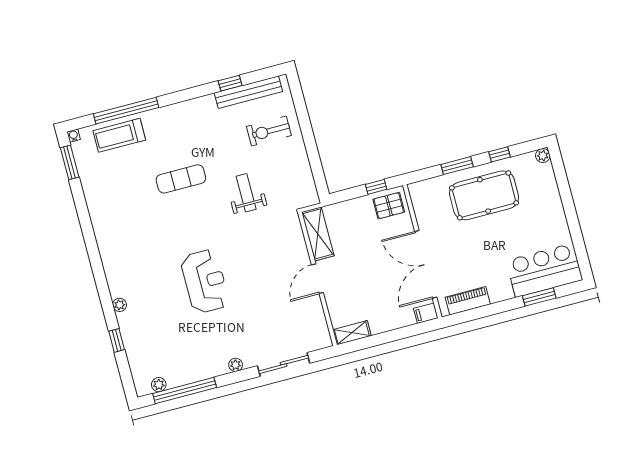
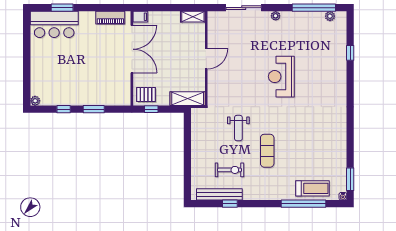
exercise bike: (269, 131) -> (229, 170), moved
exercise mat: (181, 179) -> (267, 151), moved, turned 90
pool table: (484, 195) -> (81, 85), removed
shelving: (318, 234) -> (188, 99), moved, turned 90
plant: (120, 305) -> (342, 76), removed

